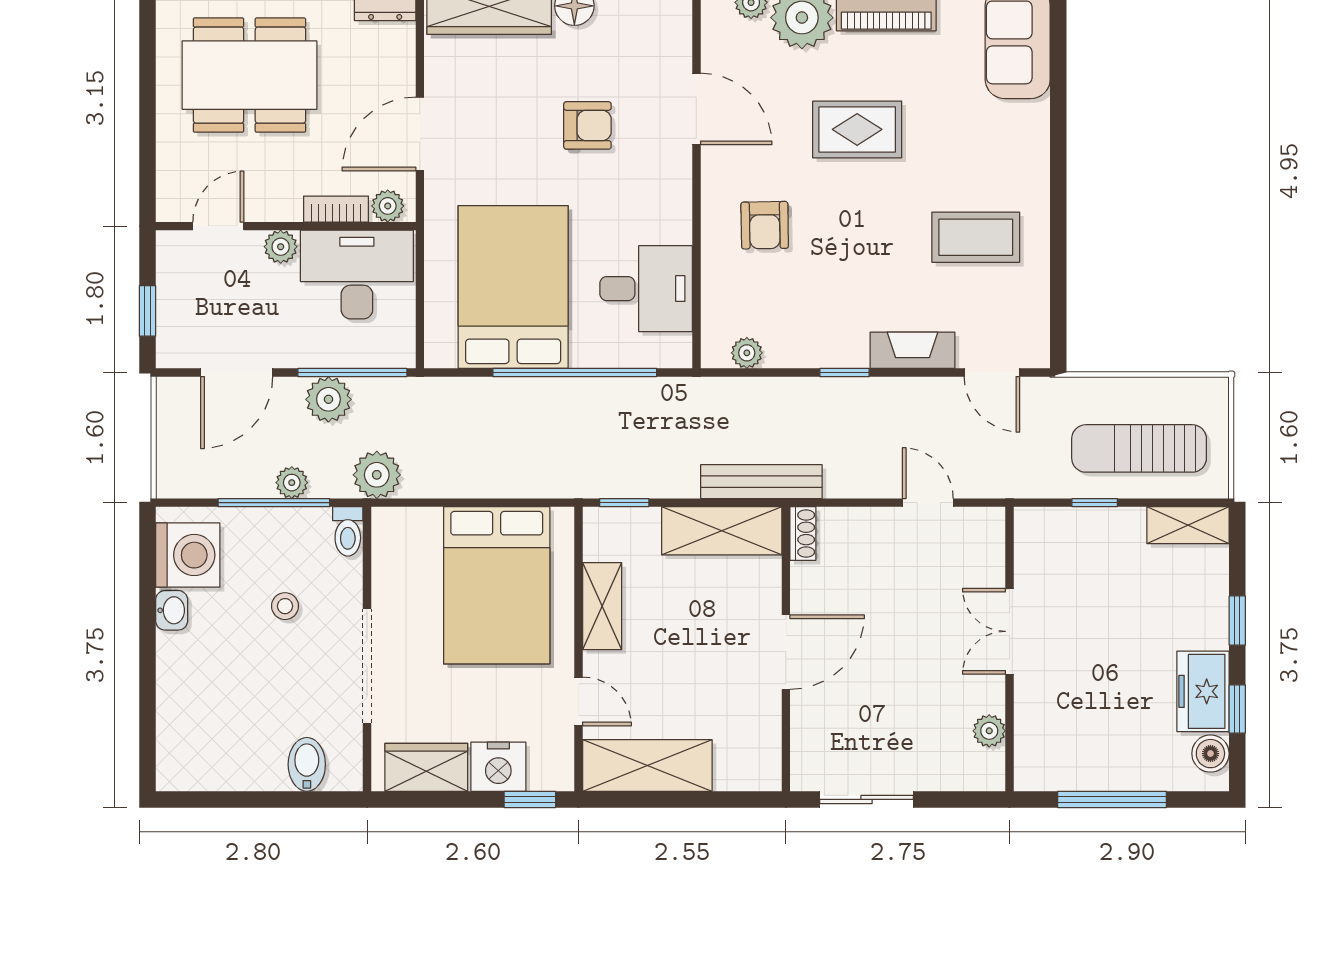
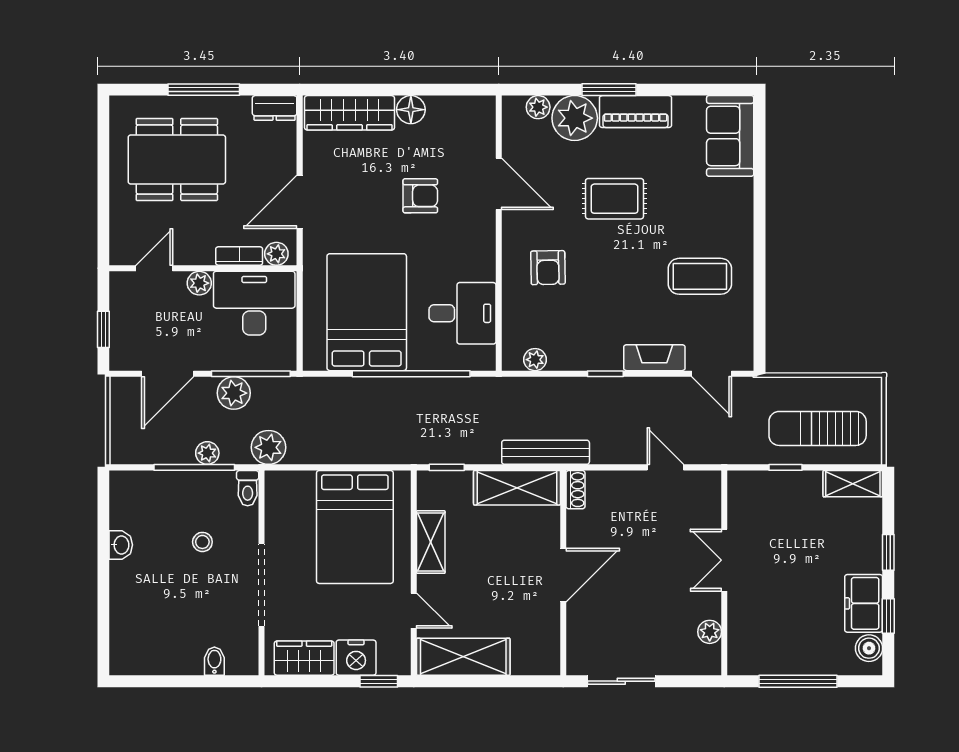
washing machine: (188, 555) -> (132, 505), removed
bidet: (307, 764) -> (214, 661), width x0.72, depth x0.74

